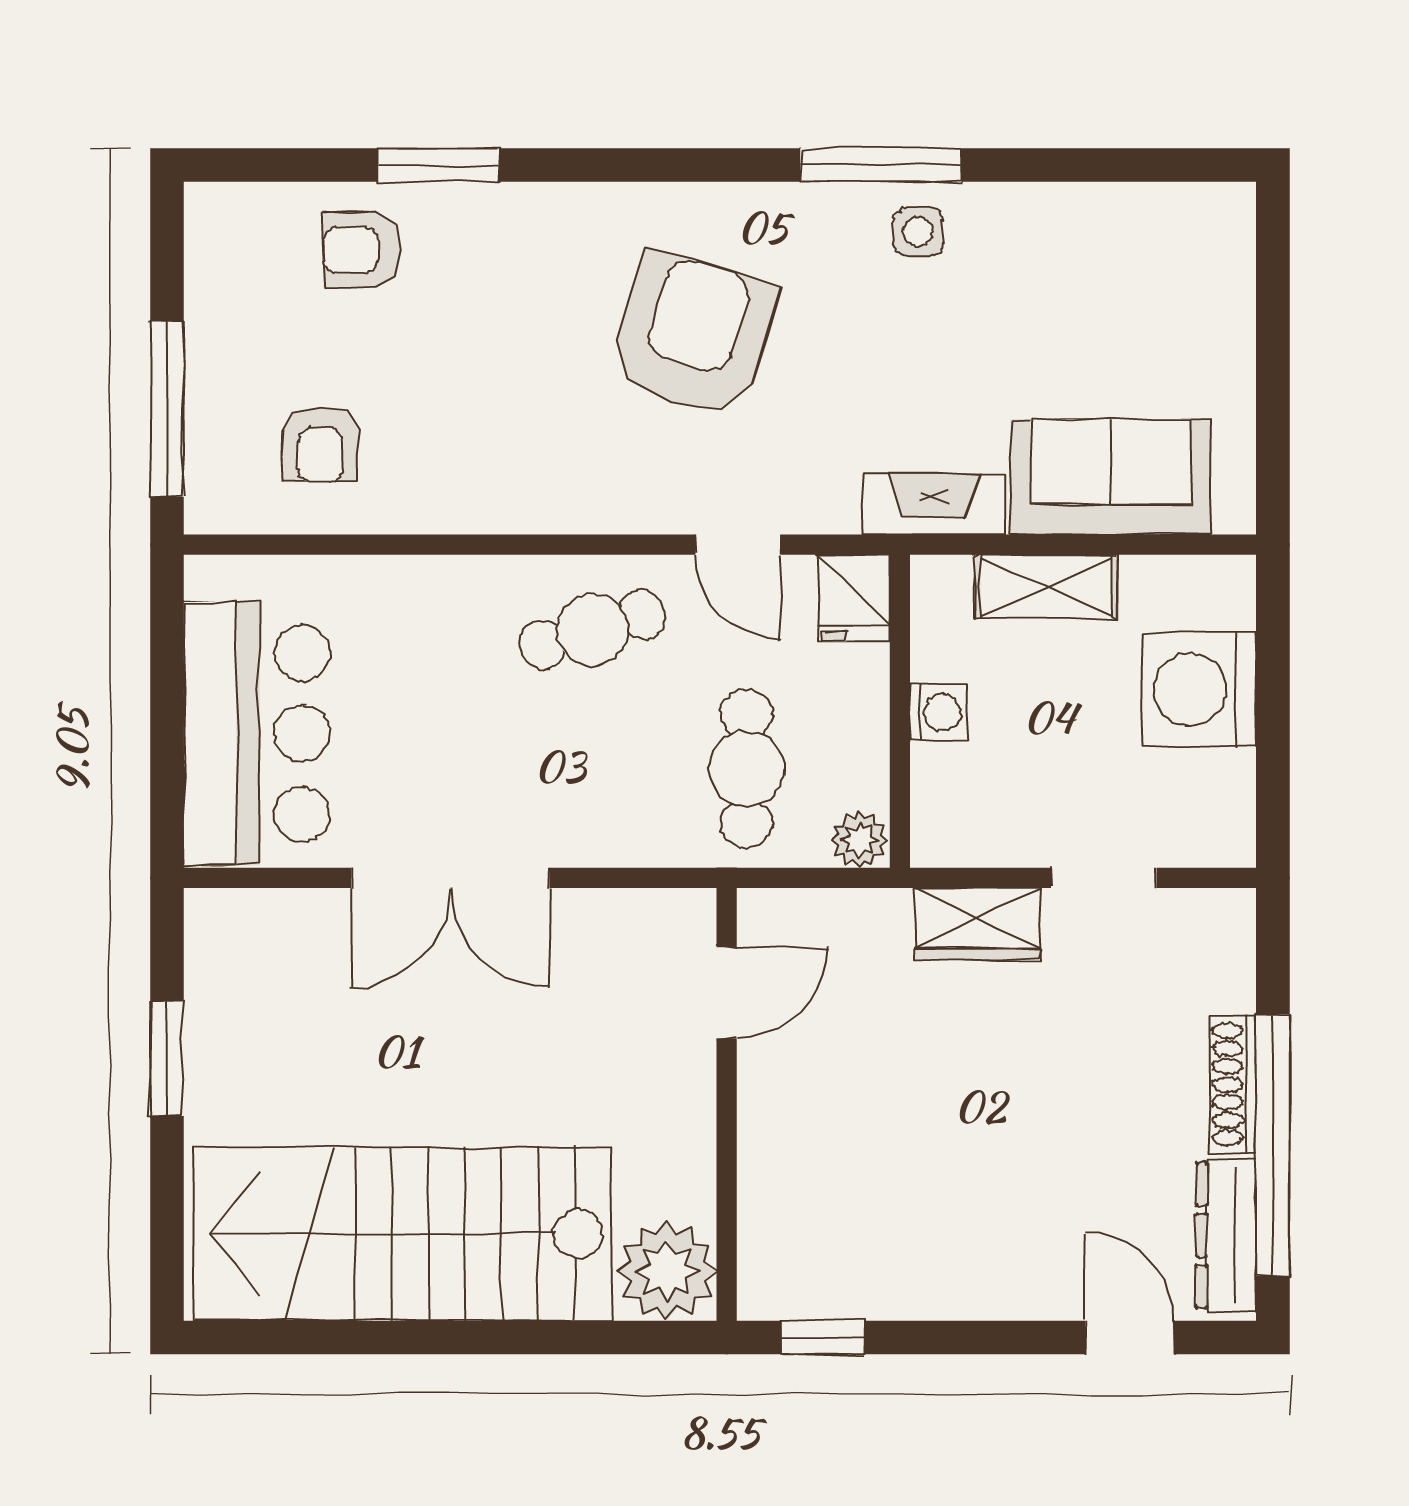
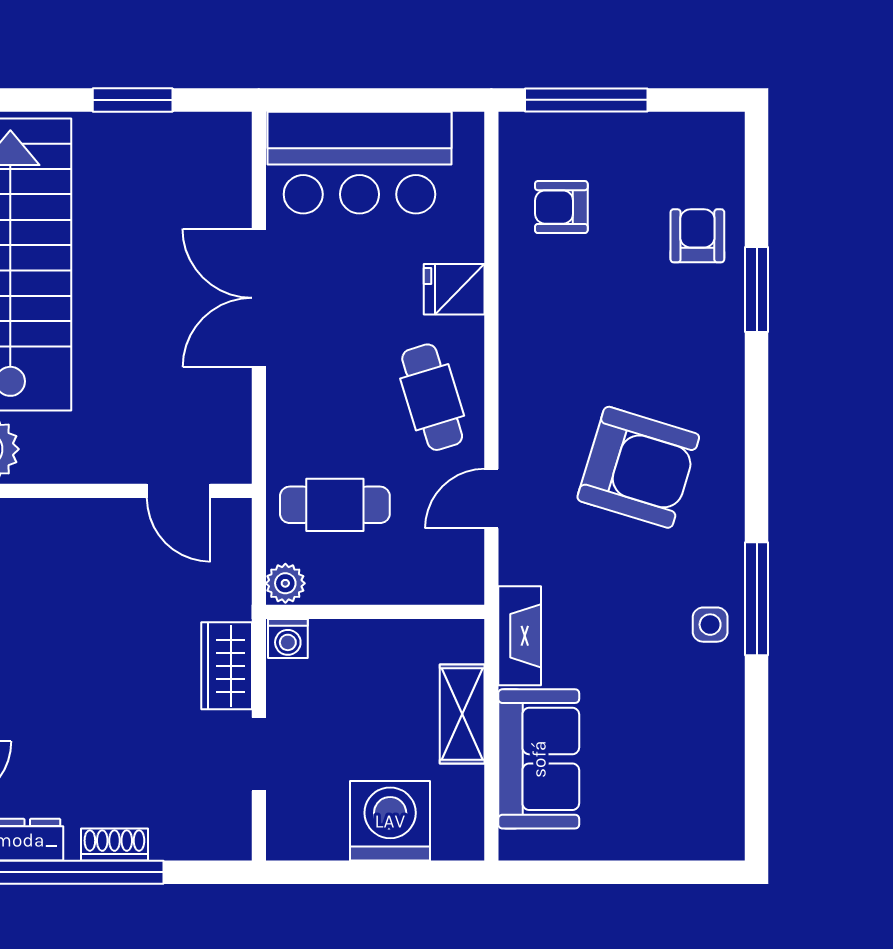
fridge: (853, 598) -> (454, 289), moved
washing machine: (938, 712) -> (288, 638), moved
shoe rack: (1233, 1084) -> (114, 844), width x0.70

